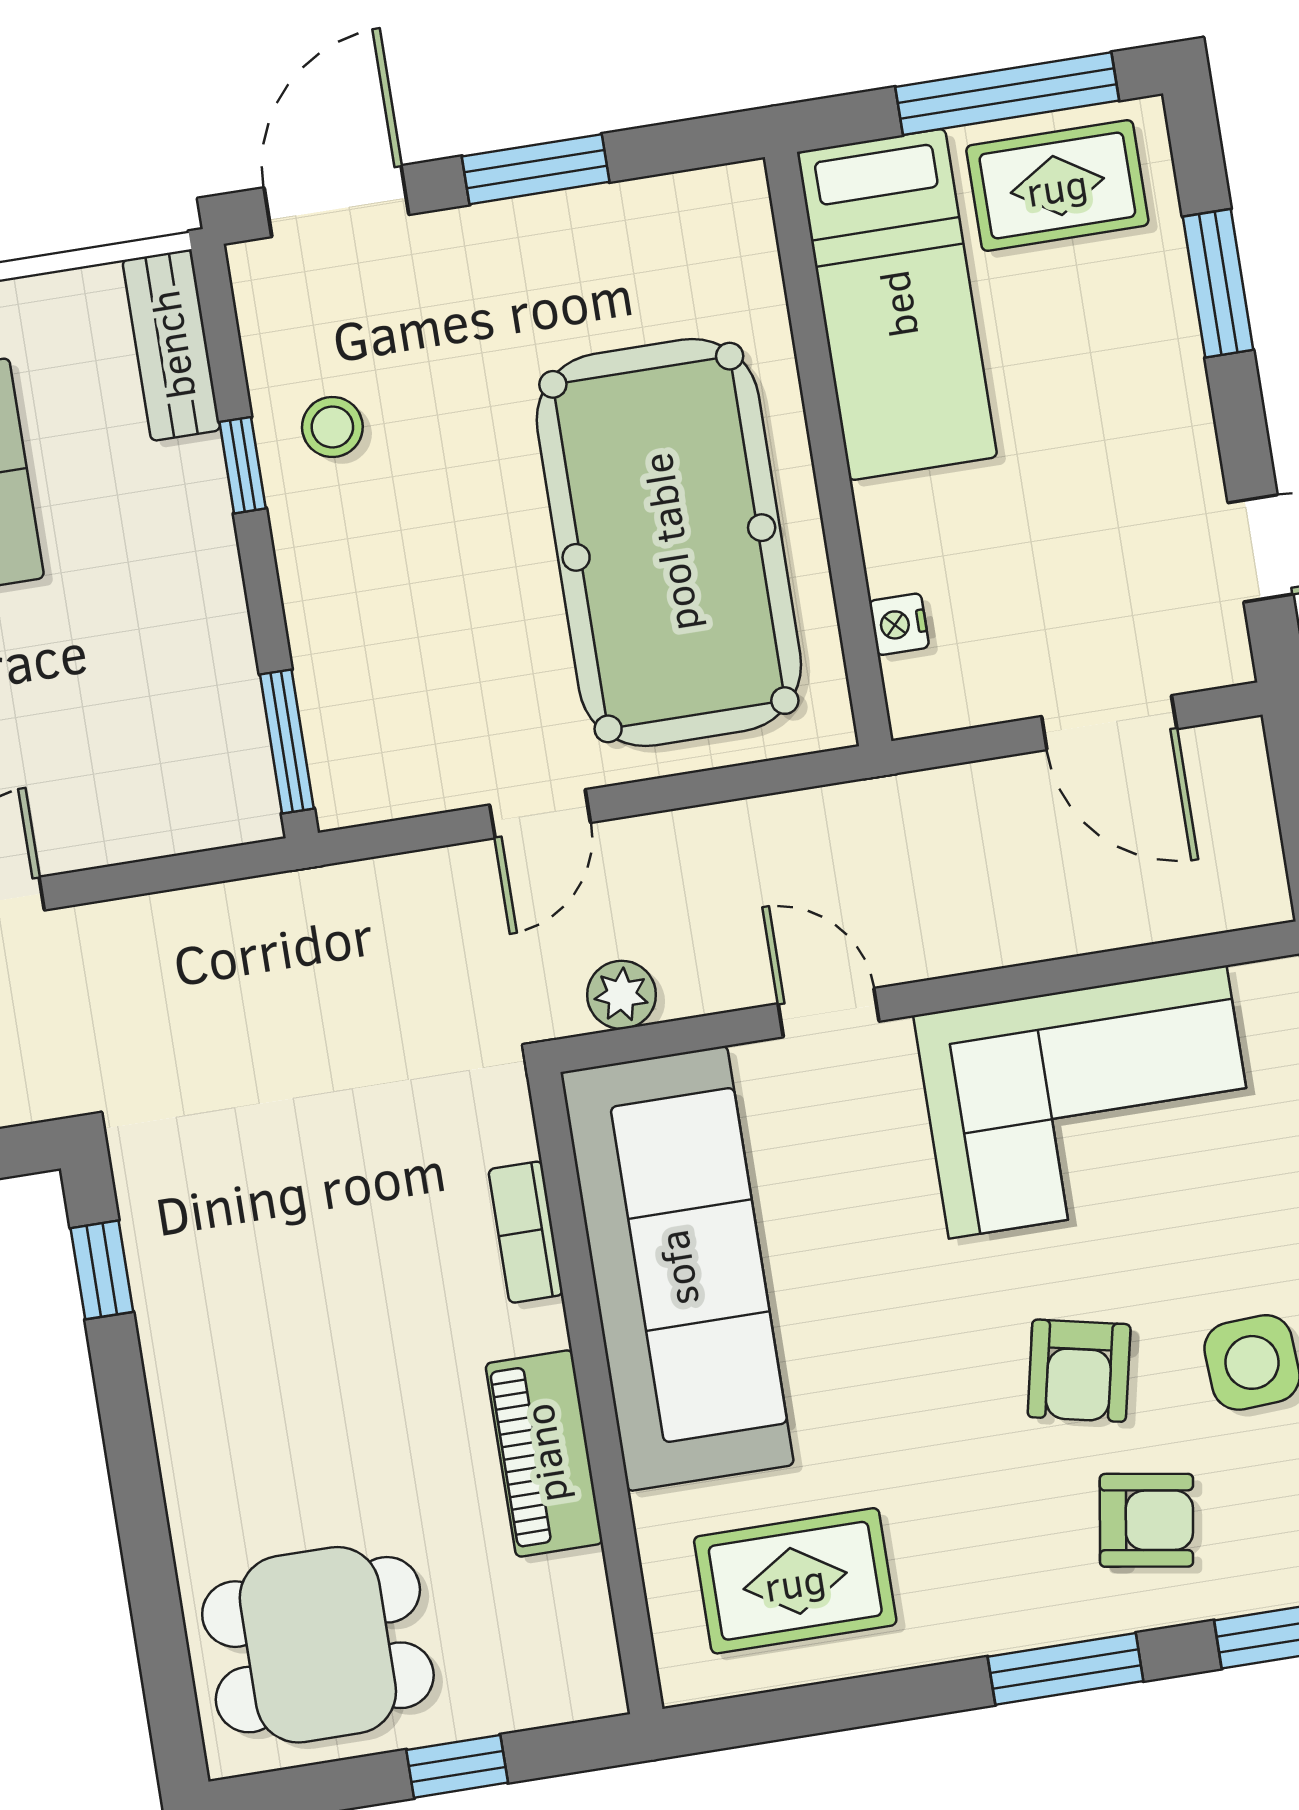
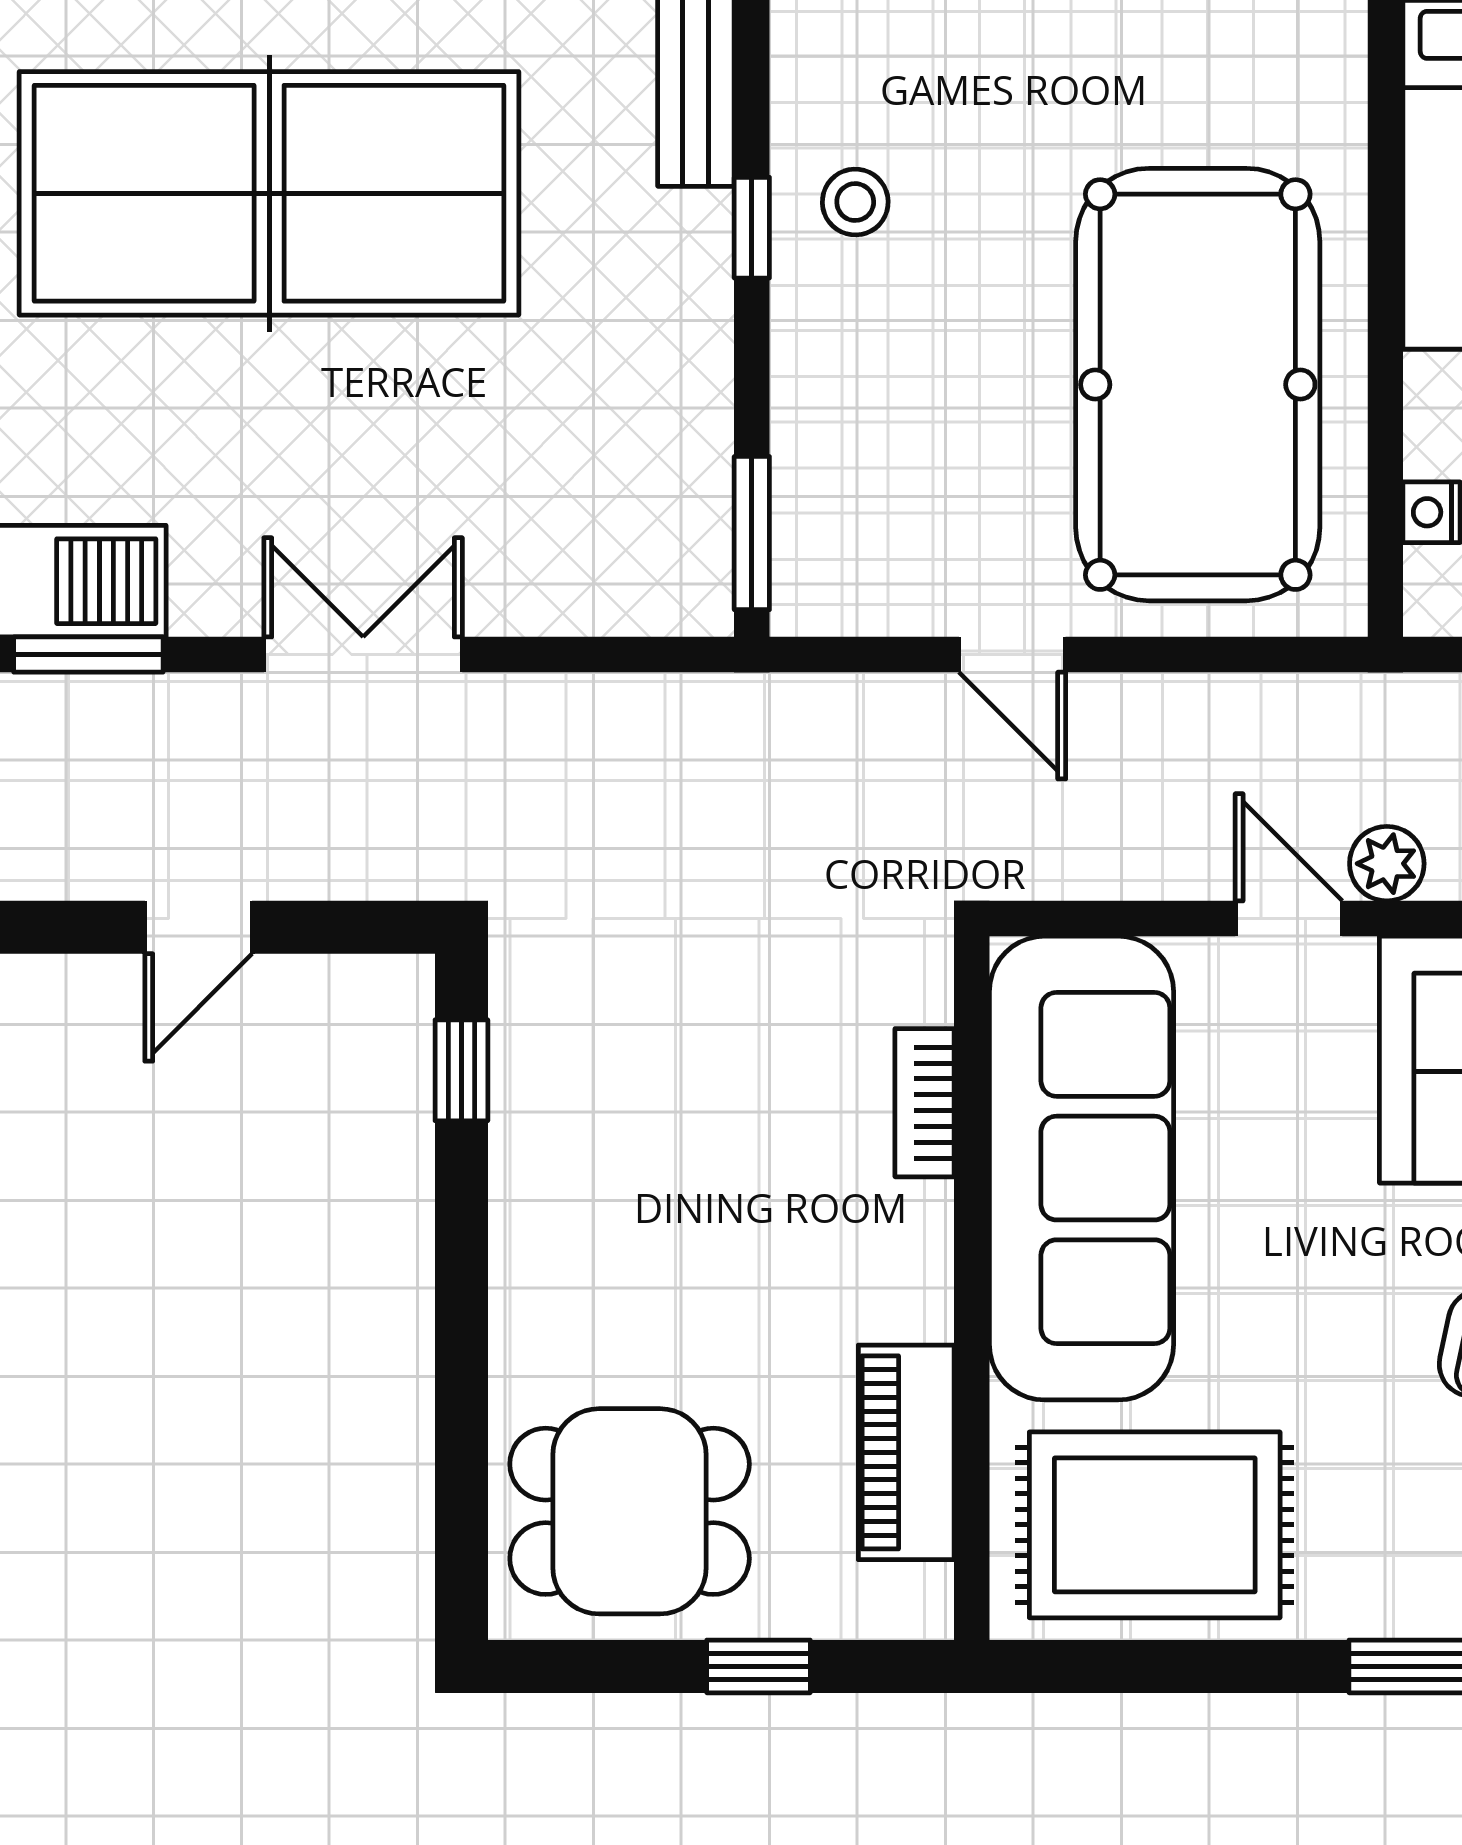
door: (540, 814) -> (1012, 655), hinge flipped
plant: (621, 995) -> (1387, 864), moved
piano: (544, 1453) -> (906, 1452), moved
rug: (795, 1581) -> (1155, 1525), width x1.36, depth x1.43

